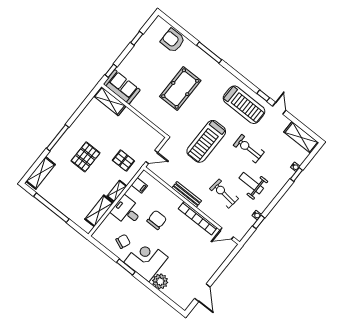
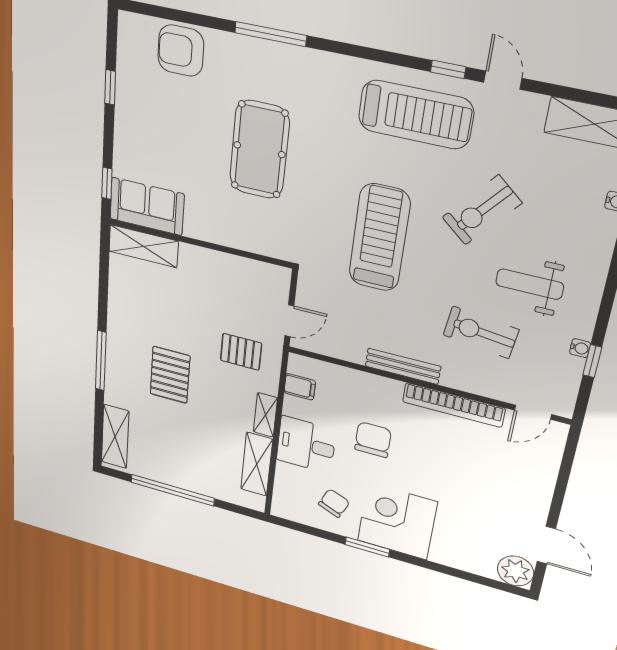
treadmill: (206, 141) -> (379, 238), turned 180
exercise bike: (249, 149) -> (482, 210), turned -50
plant: (160, 281) -> (515, 571), moved

